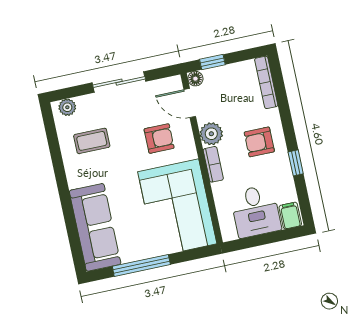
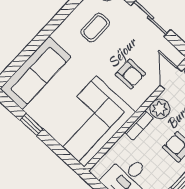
coffee table: (92, 141) -> (95, 28), turned 90
window: (141, 265) -> (31, 125), width x0.46

